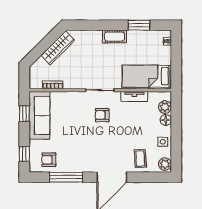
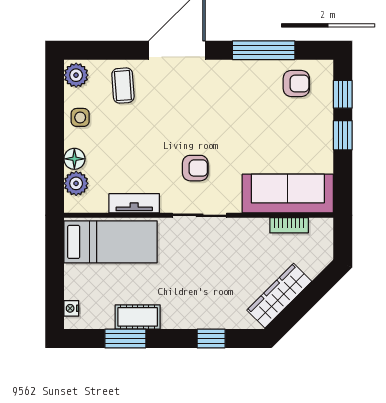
window: (94, 25) -> (211, 338), added
cot: (114, 37) -> (138, 317), moved
window: (24, 114) -> (343, 135), moved
sofa: (39, 115) -> (288, 194), moved, turned 90

